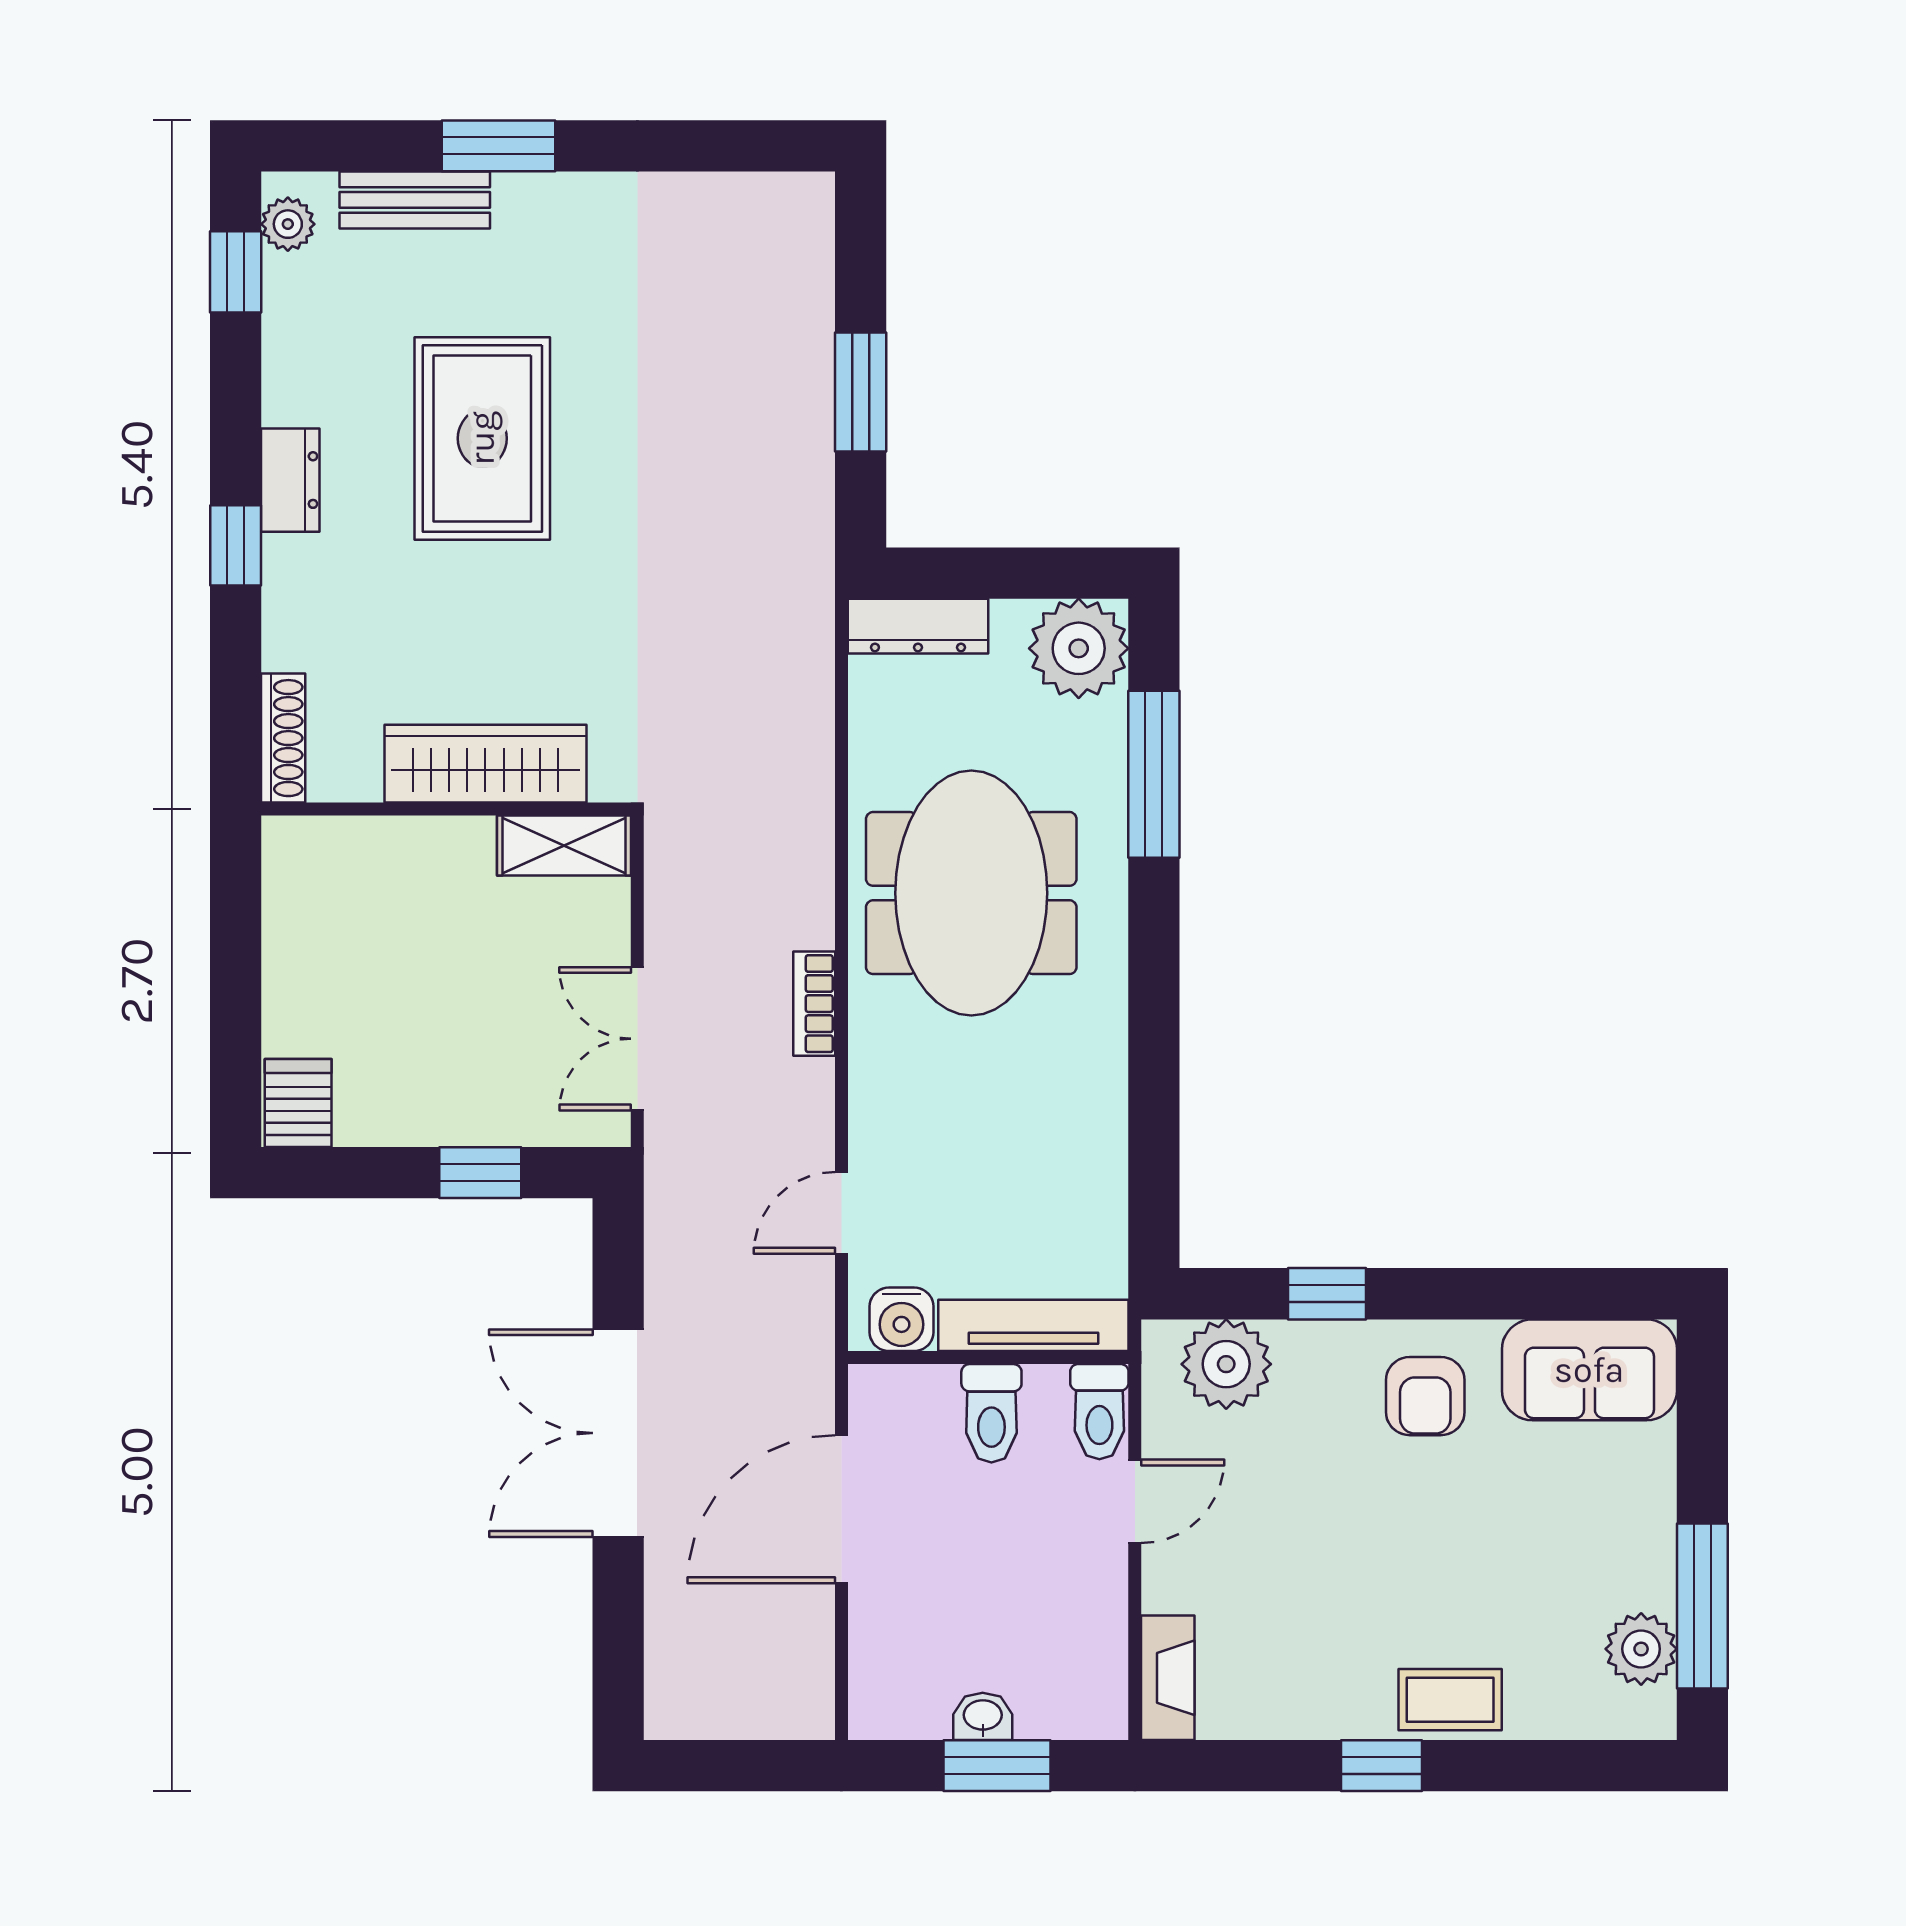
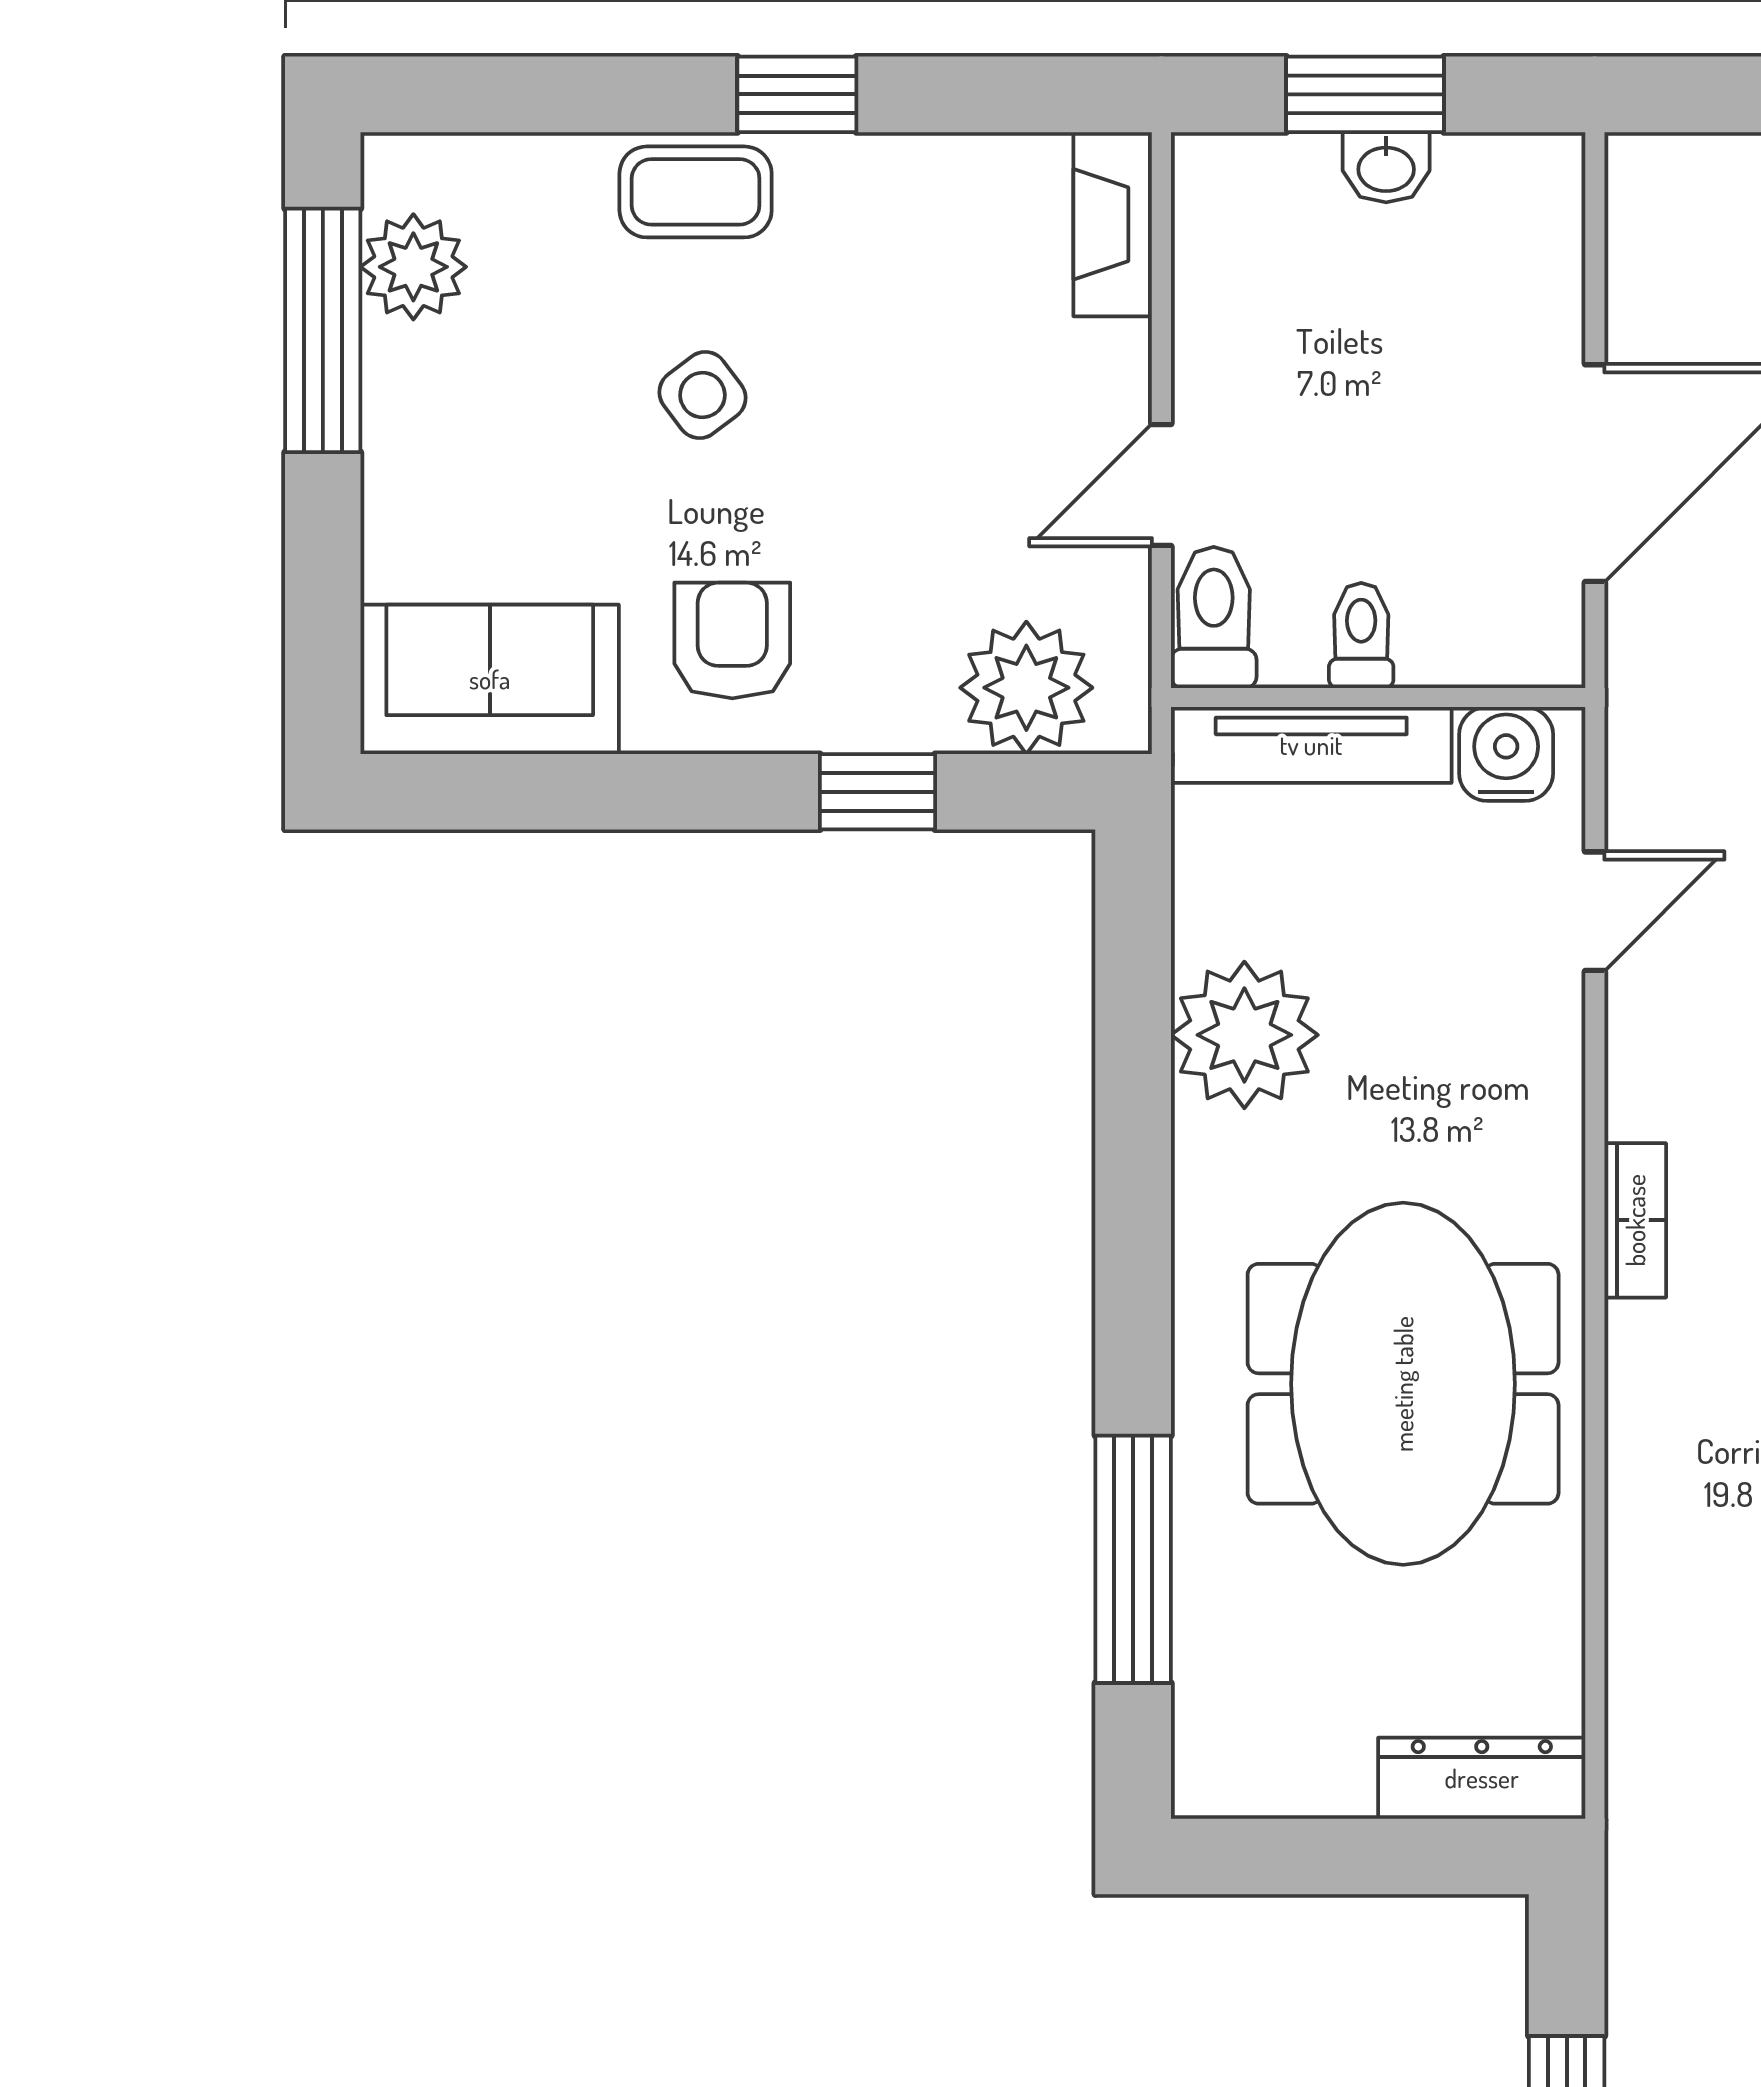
plant: (1079, 648) -> (1244, 1035), moved
toilet: (991, 1413) -> (1361, 635), width x0.73, depth x0.72
side table: (1445, 1562) -> (702, 395), added

